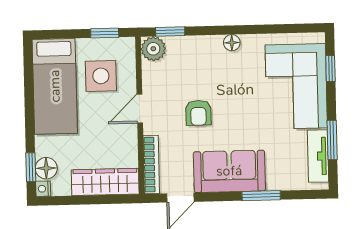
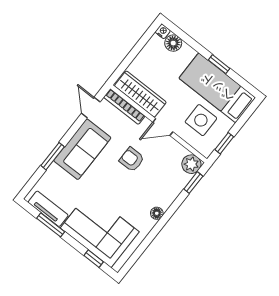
door: (140, 109) -> (163, 127), swing flipped
window: (31, 167) -> (219, 64), moved
wardrobe: (105, 182) -> (140, 94), moved, turned -90

